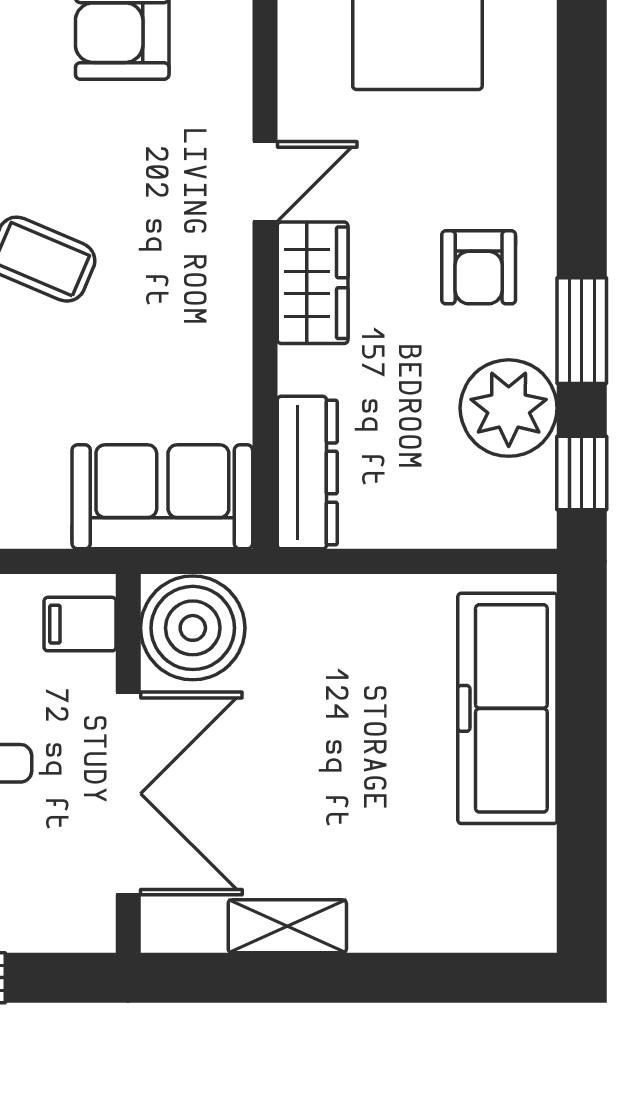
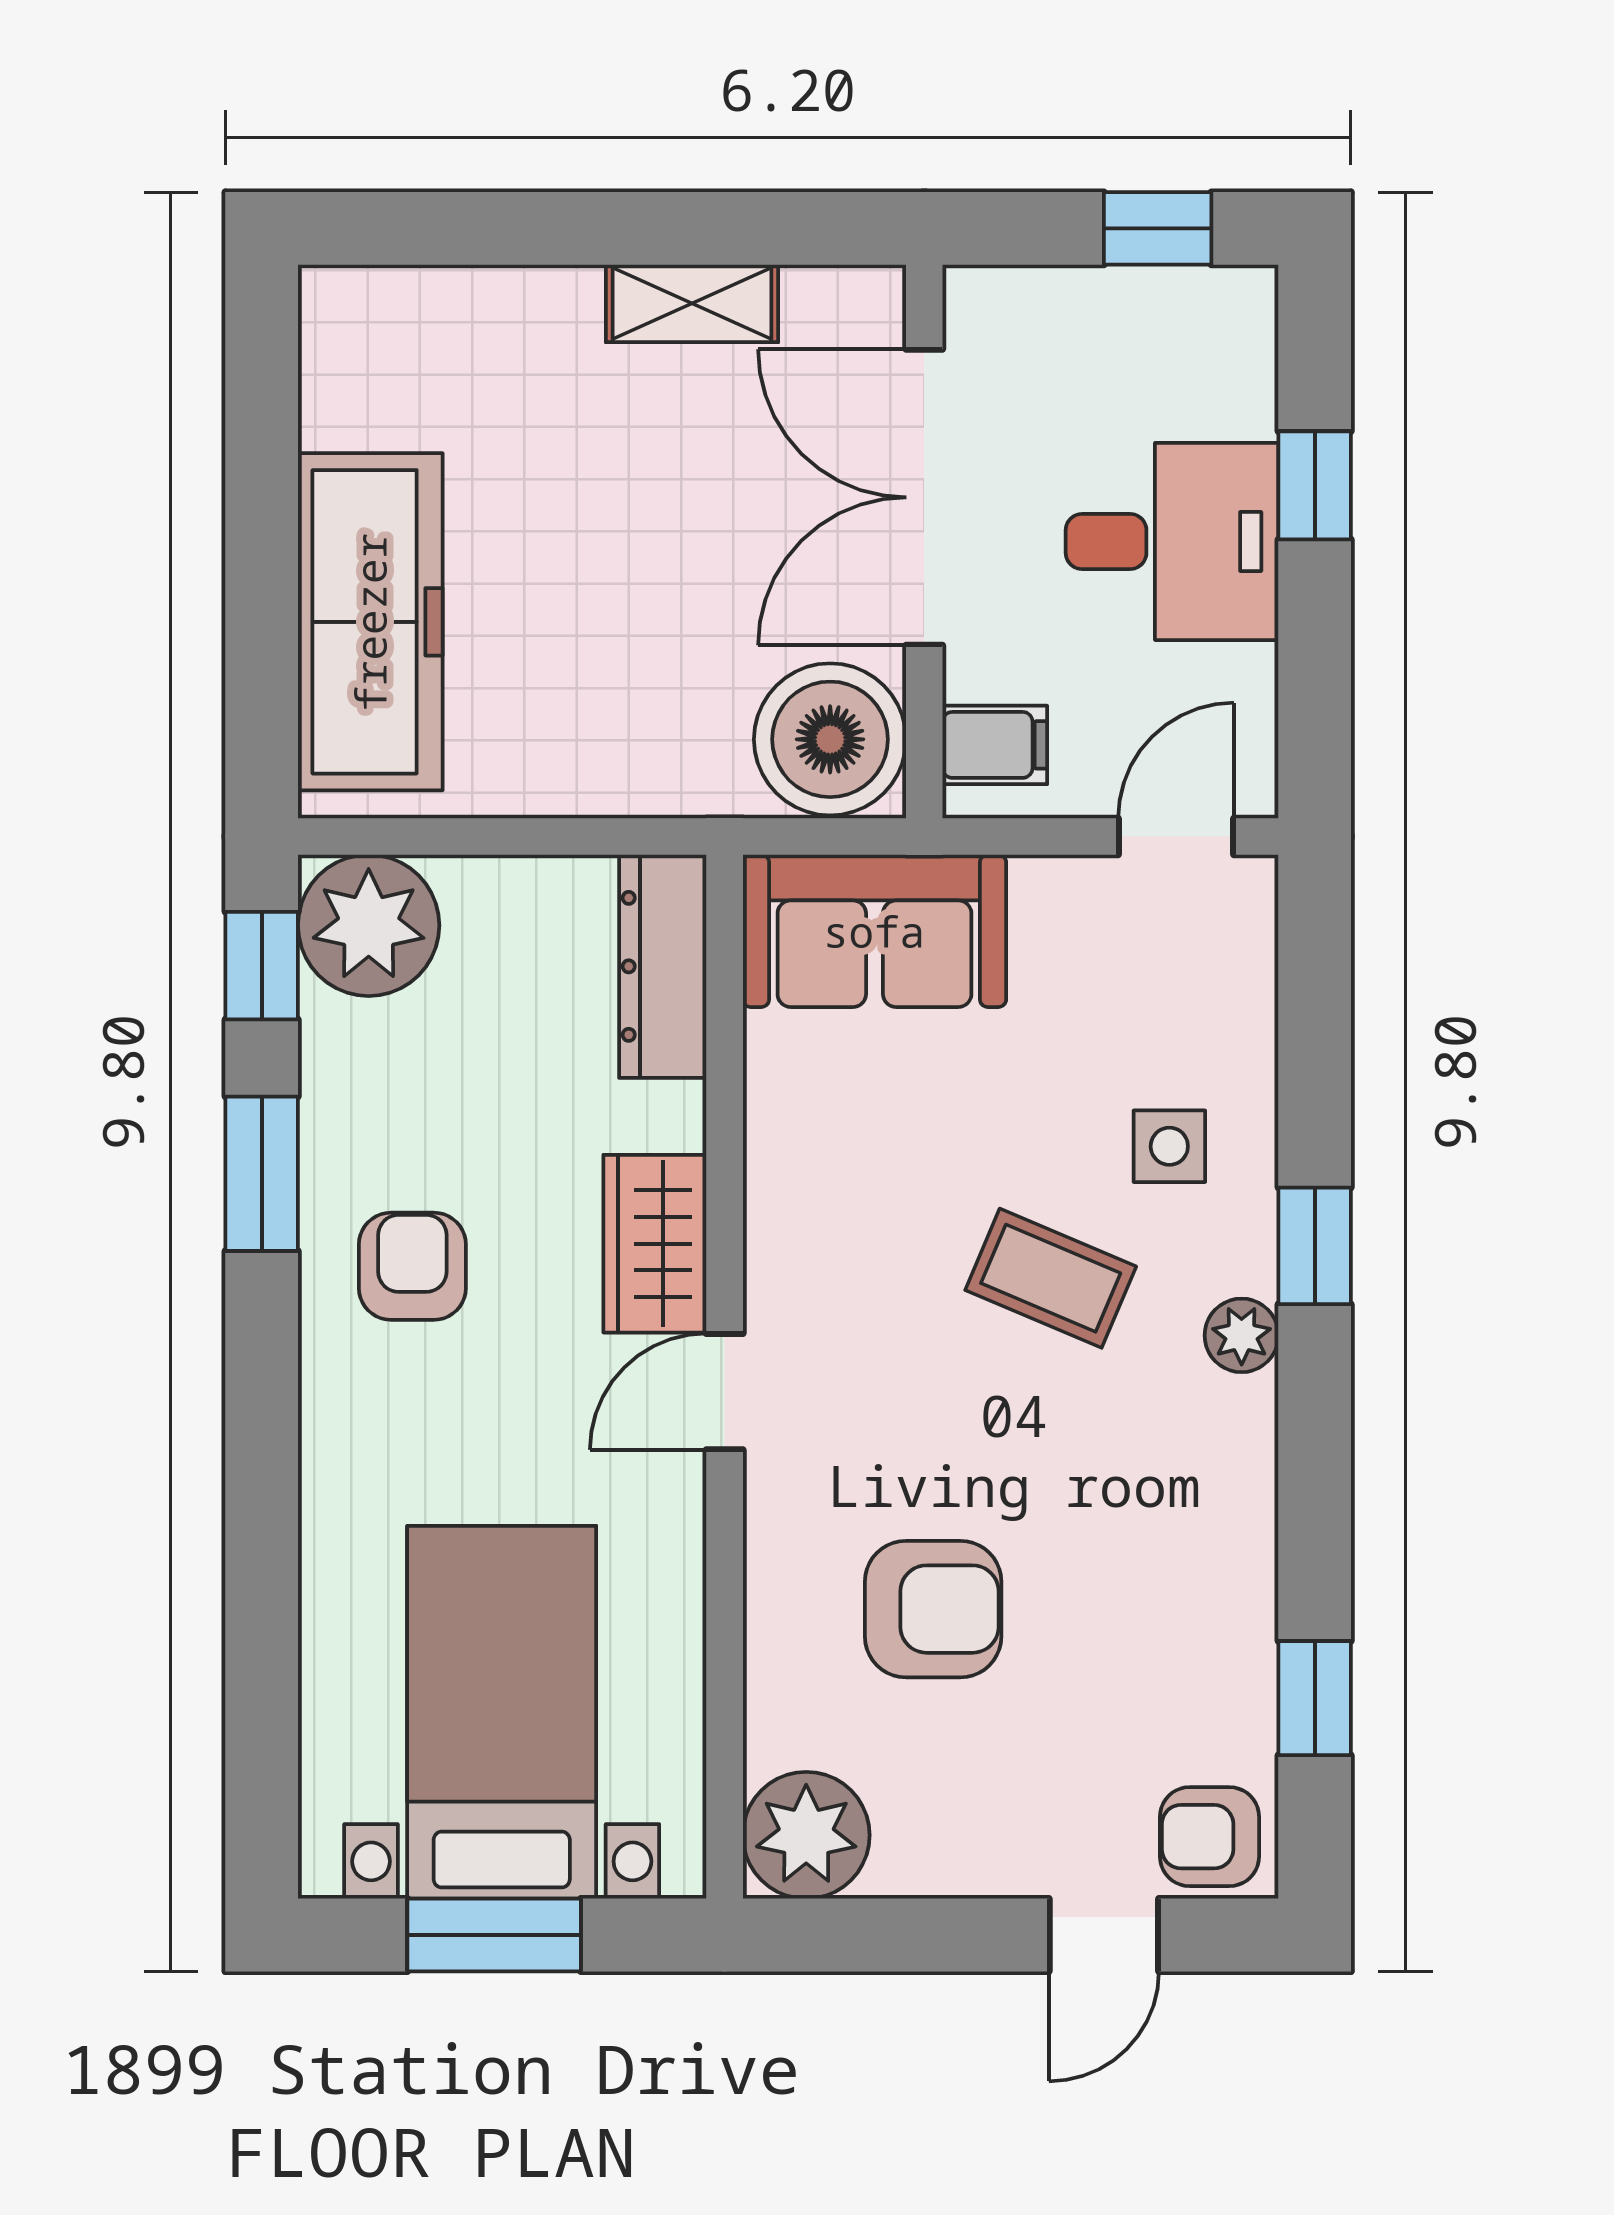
plant: (509, 408) -> (369, 925), moved

